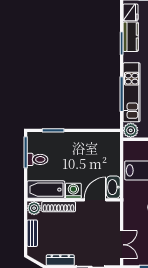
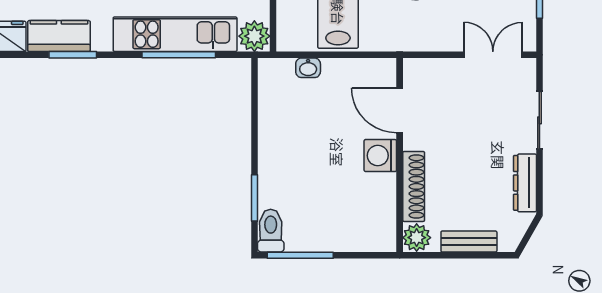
toilet: (37, 159) -> (271, 231), moved
washbasin: (113, 187) -> (308, 68), moved, width x0.52, depth x0.69
bathtub: (46, 190) -> (378, 213), removed

